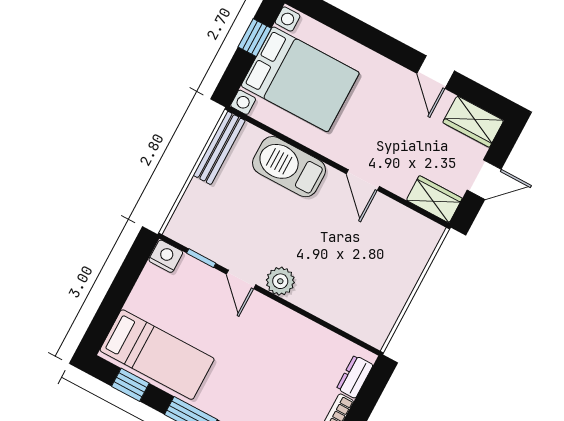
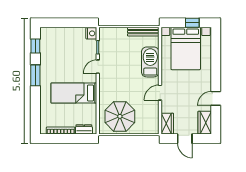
plant: (280, 281) -> (105, 82), removed
parasol: (368, 289) -> (120, 116), added
bed: (157, 355) -> (74, 93), moved, turned 90

